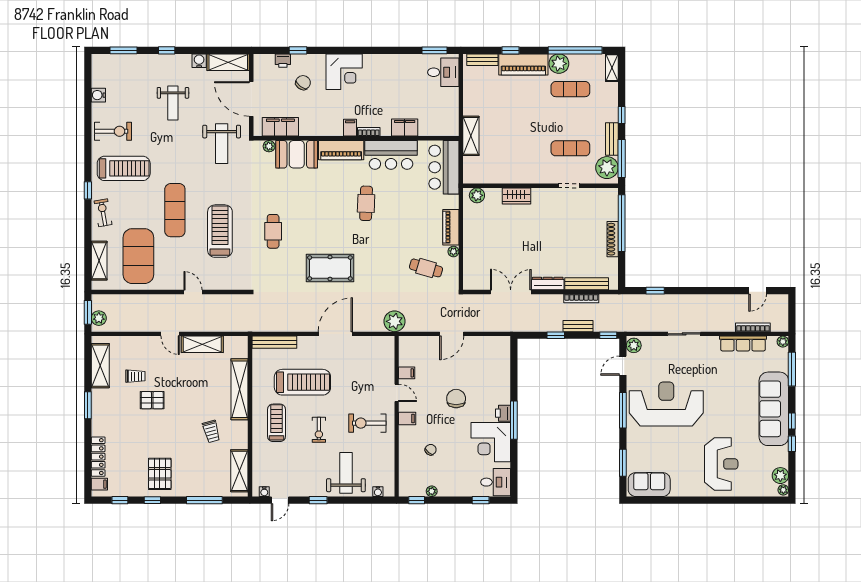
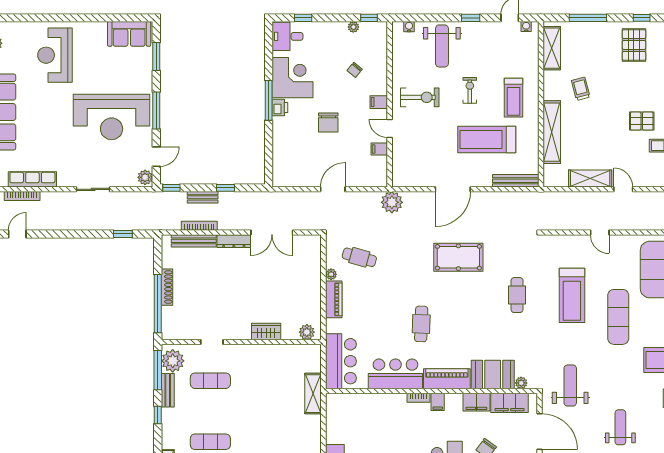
filing cabinet: (405, 128) -> (476, 402), moved

